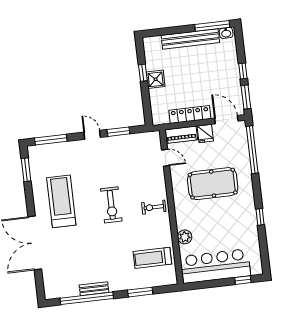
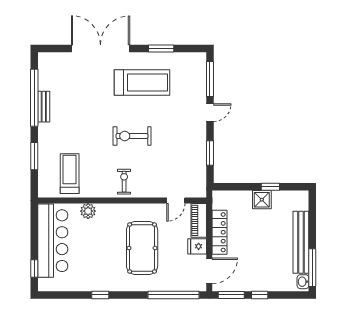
door: (92, 135) -> (210, 113), moved
window: (26, 170) -> (161, 49), moved

